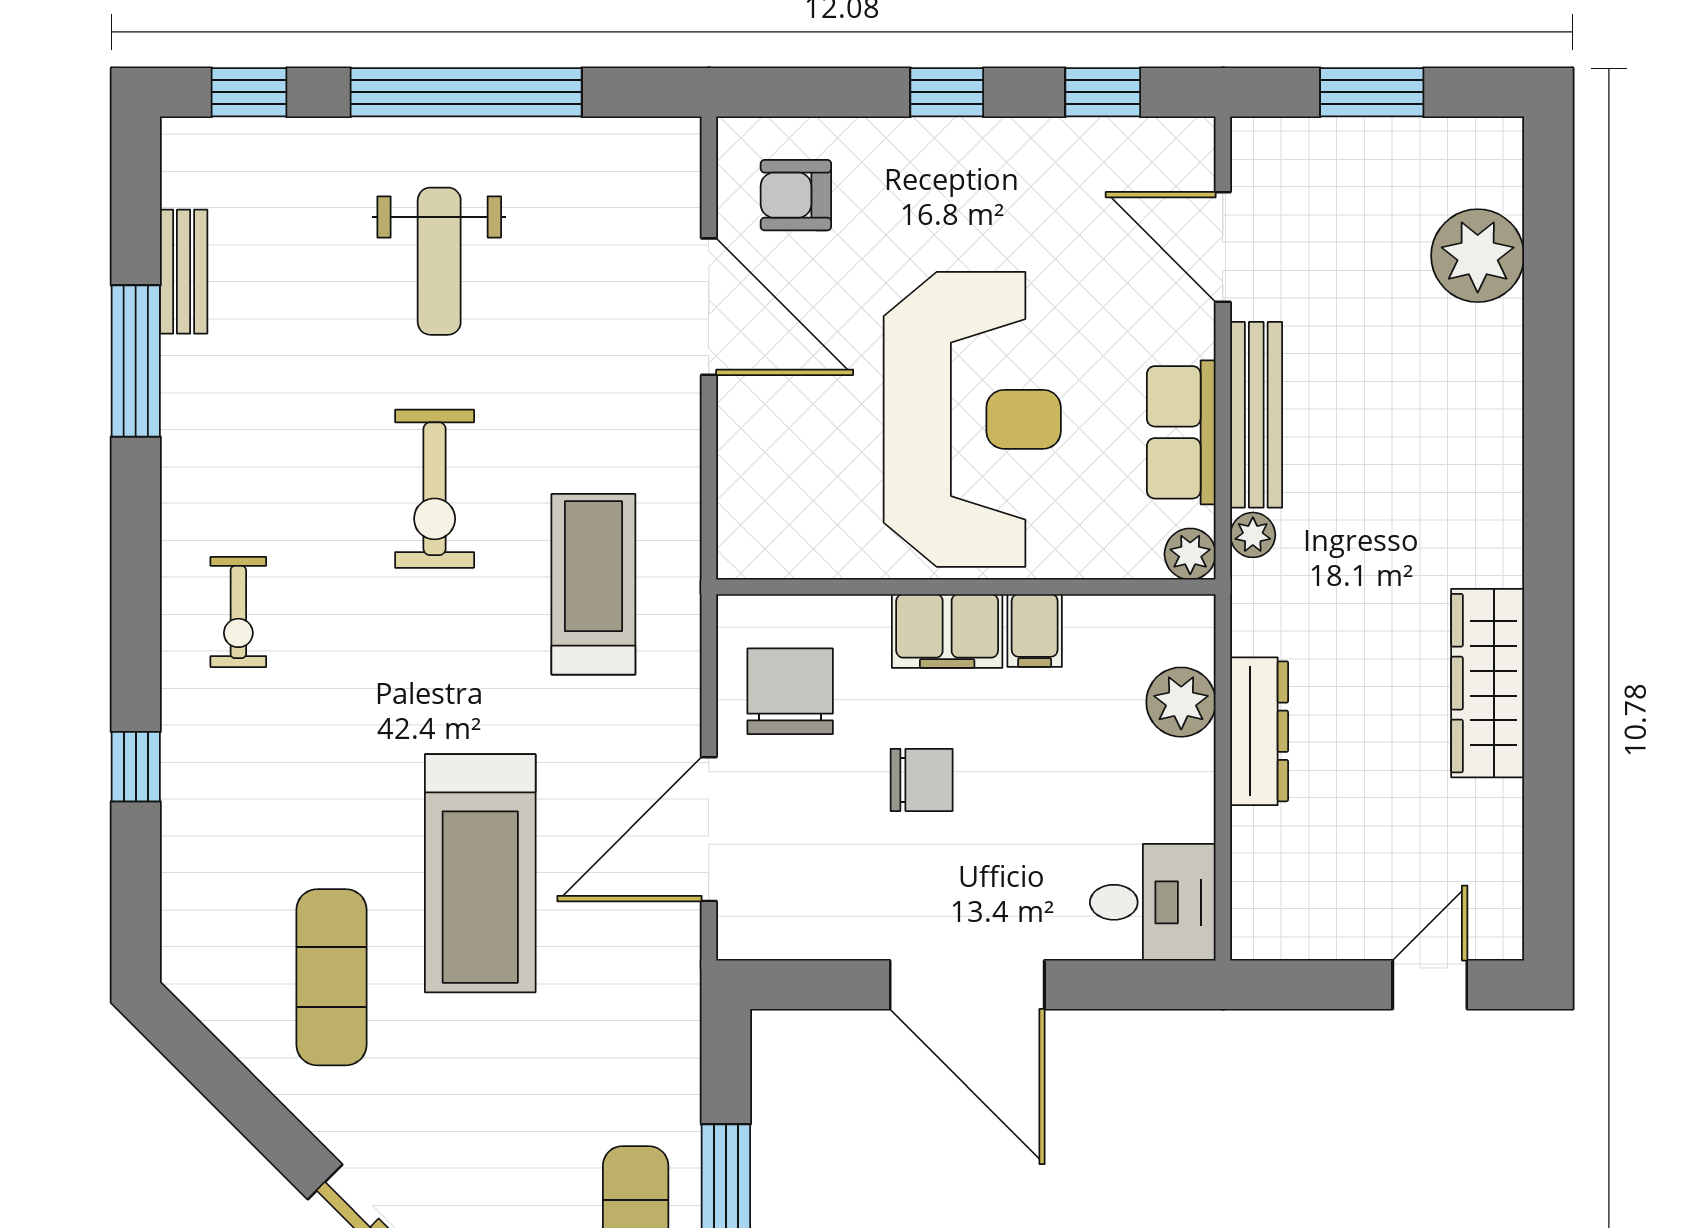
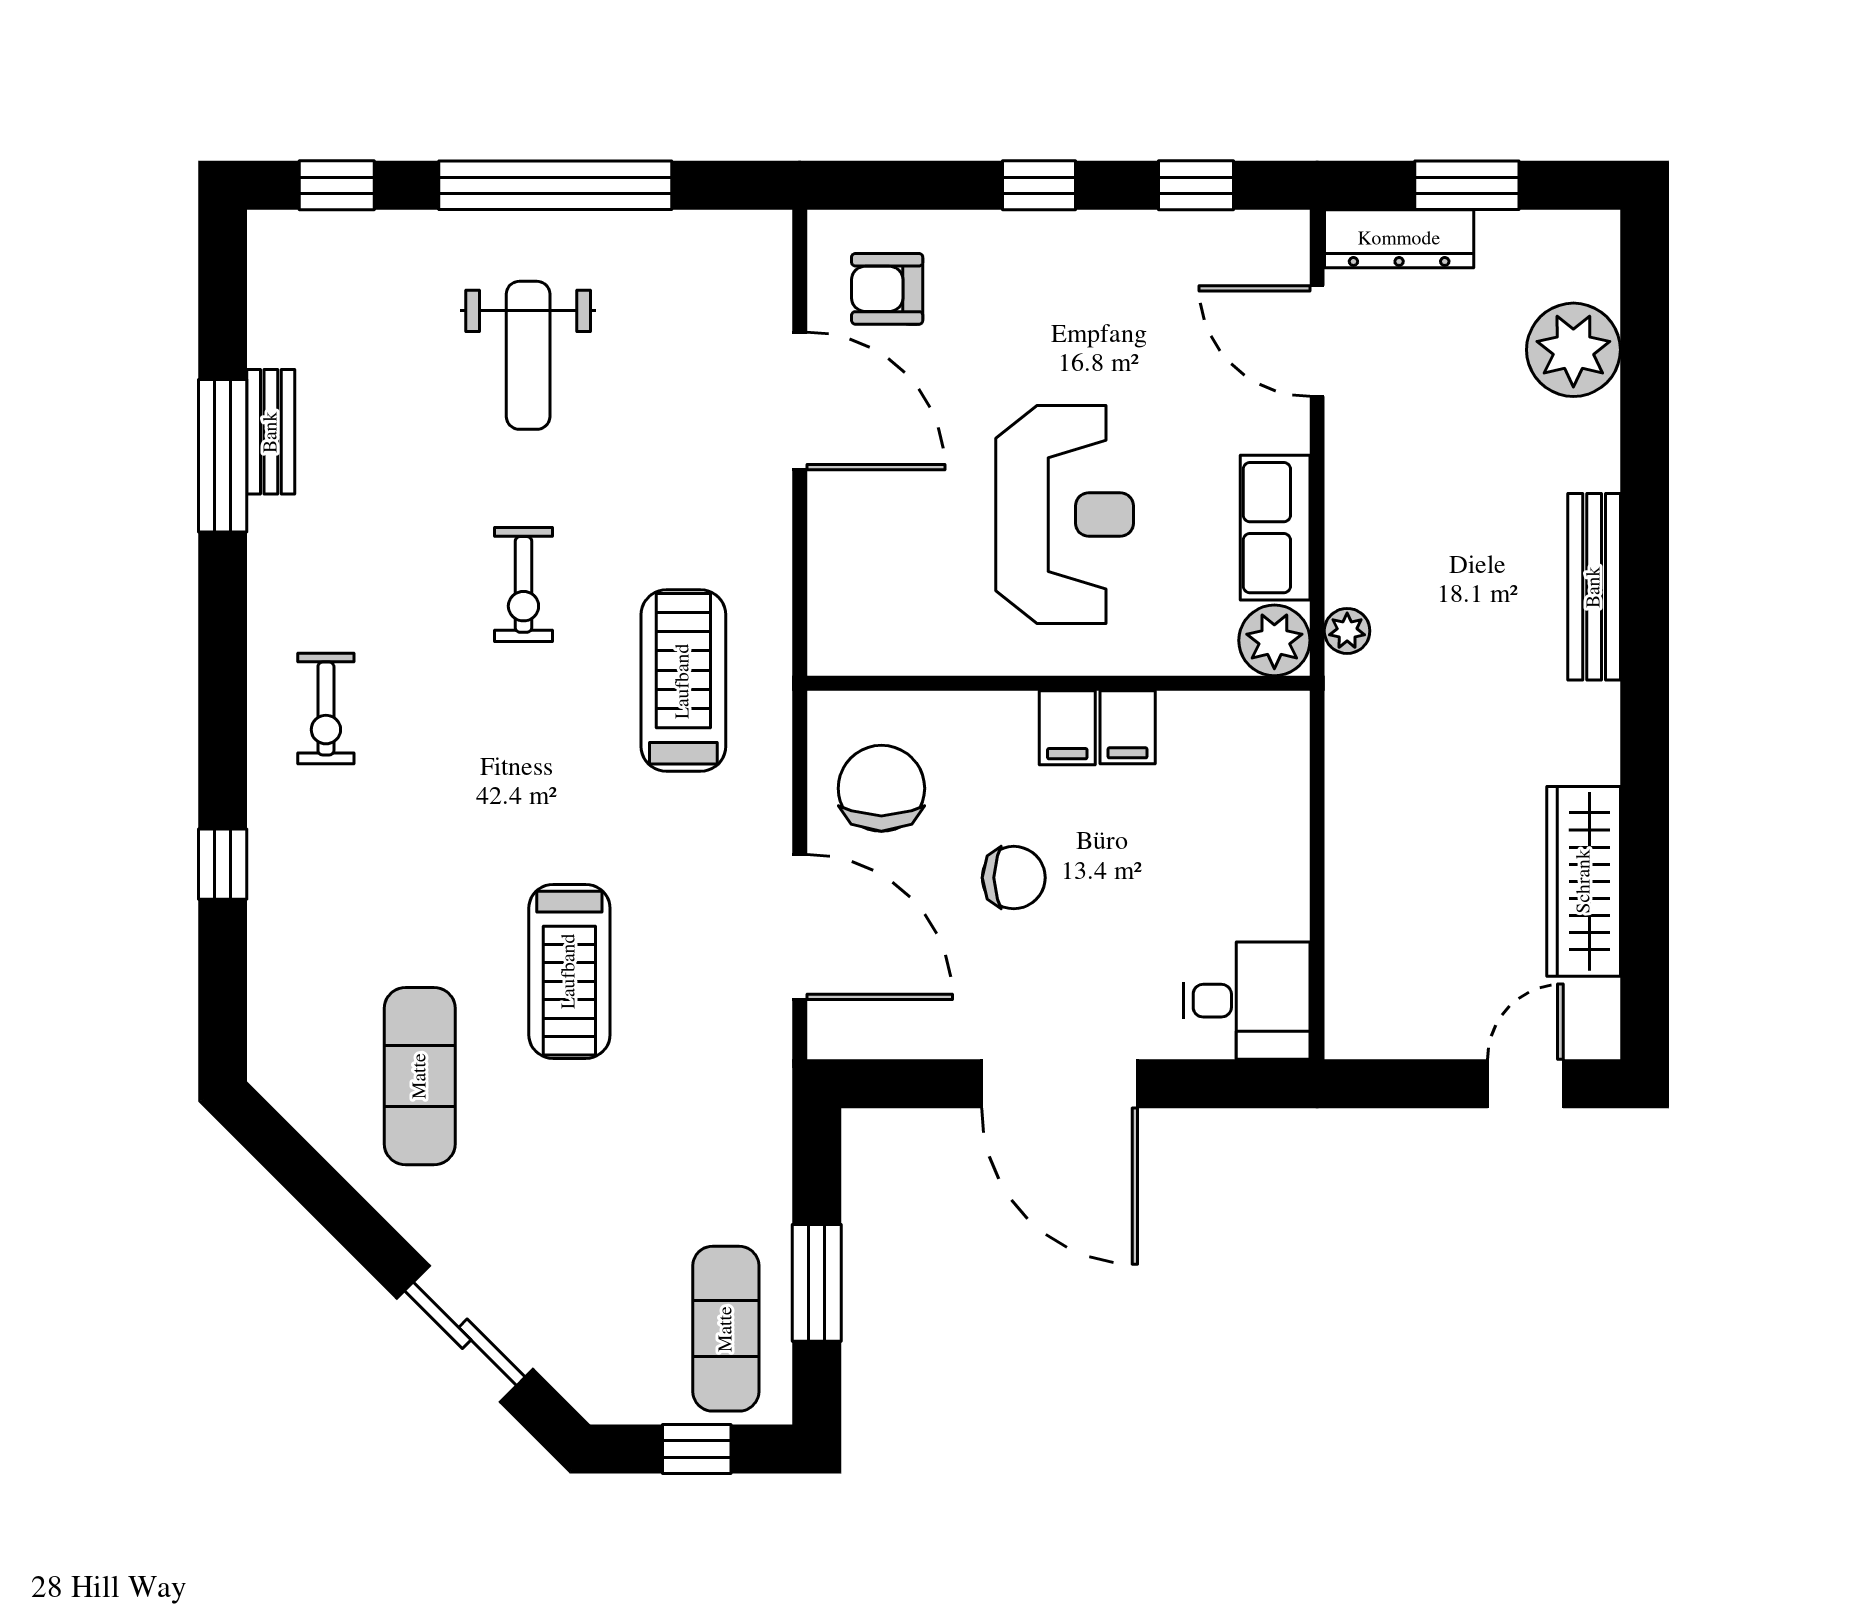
bench: (184, 272) -> (271, 432), moved
bench: (1256, 415) -> (1594, 587), moved
reception desk: (972, 419) -> (1065, 515), width x0.74, depth x0.77
exercise bike: (435, 489) -> (523, 584), width x0.73, depth x0.72
plant: (1190, 554) -> (1274, 640), width x1.38, depth x1.38
filing cabinet: (947, 631) -> (1067, 728), width x0.50
wardrobe: (1488, 683) -> (1584, 881), moved
plant: (1181, 702) -> (1275, 799), removed
dresser: (1259, 731) -> (1399, 239), moved, turned 90
door: (709, 829) -> (800, 927), swing flipped
treadmill: (480, 873) -> (569, 971), width x0.73, depth x0.73

